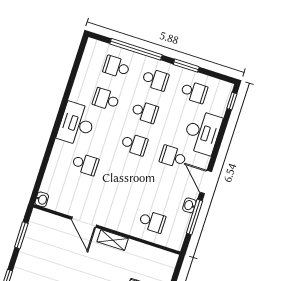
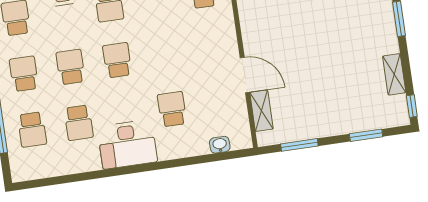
washbasin: (42, 199) -> (220, 145), moved
door: (84, 222) -> (245, 75), hinge flipped
shelving: (113, 240) -> (262, 111), moved

